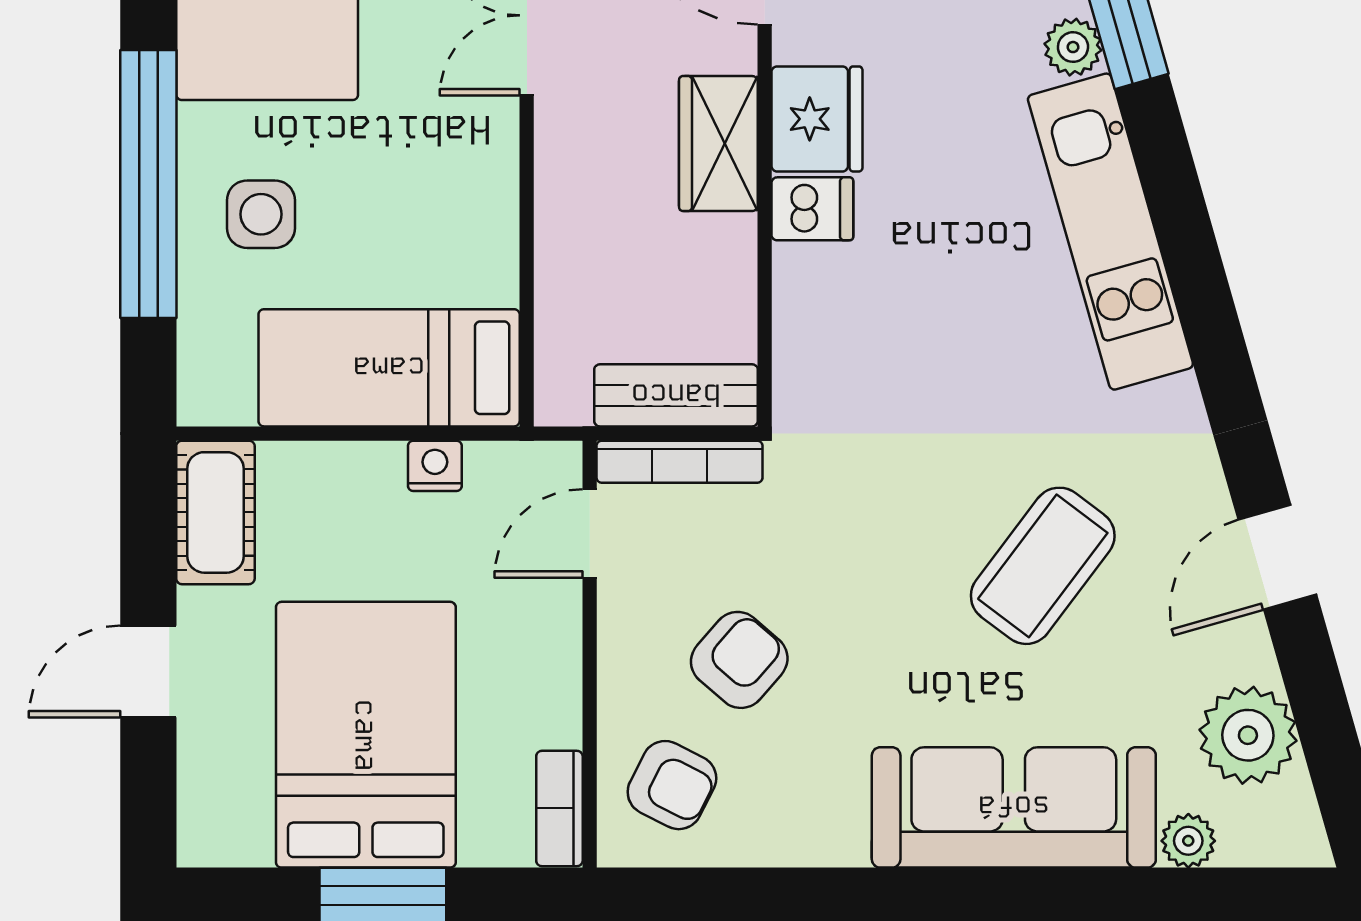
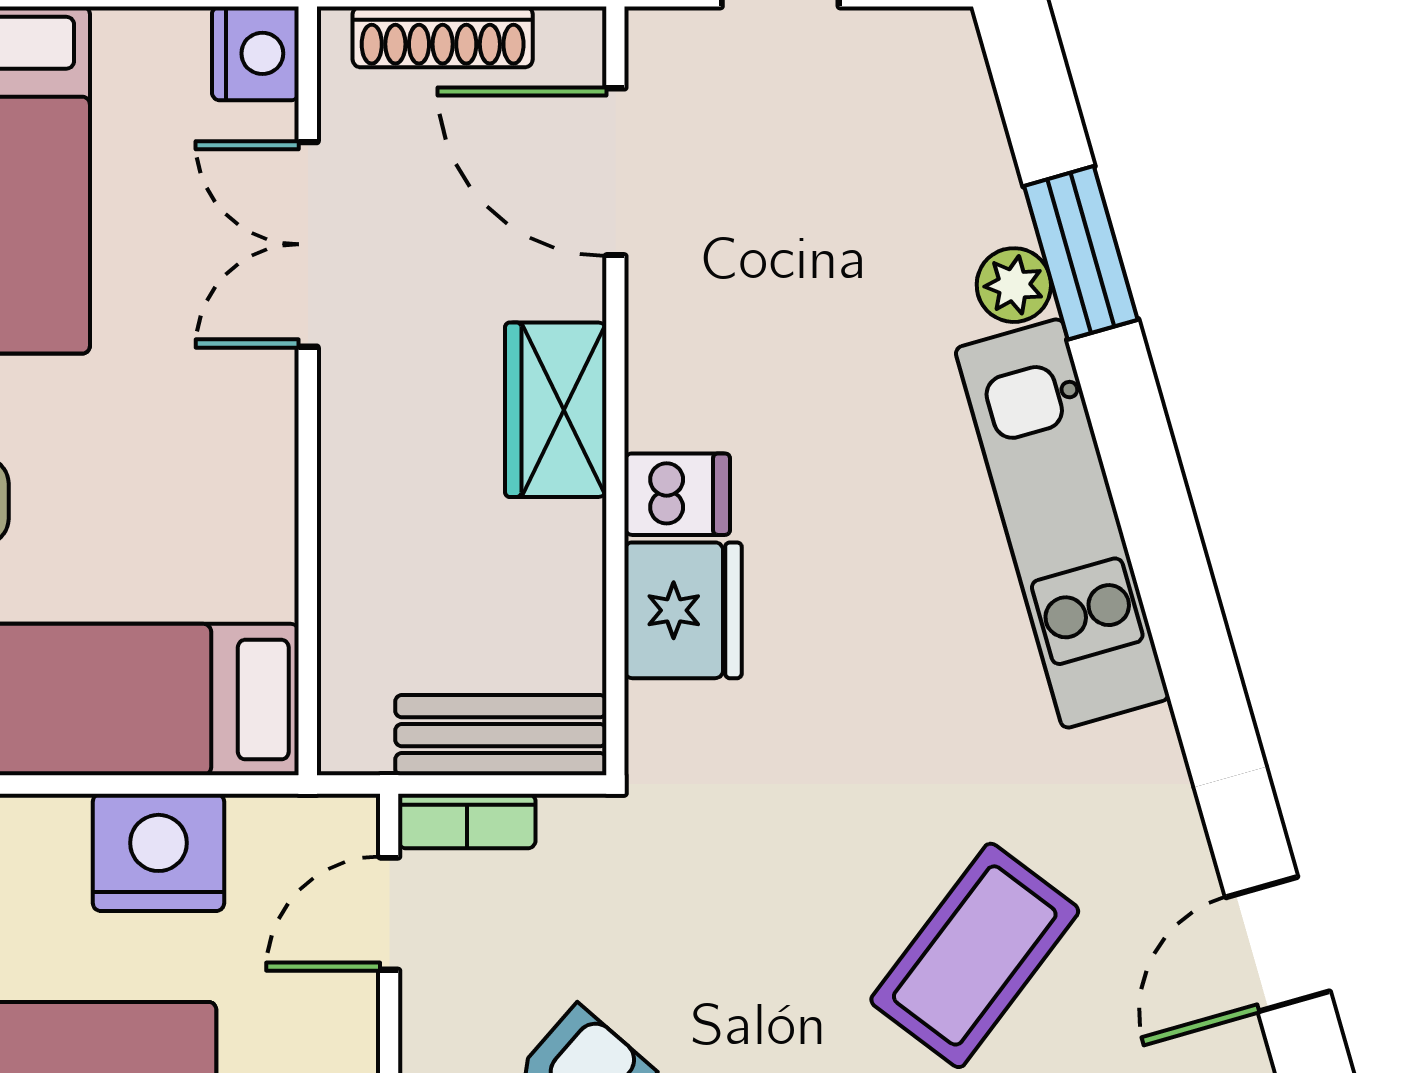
fridge: (817, 119) -> (683, 610), moved
bookcase: (680, 462) -> (467, 821), width x0.64
nightstand: (435, 466) -> (158, 852), width x1.89, depth x1.79

